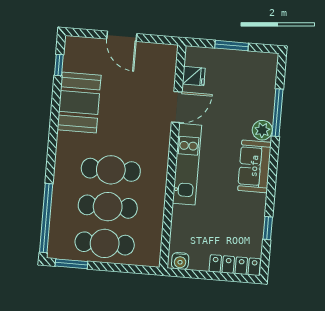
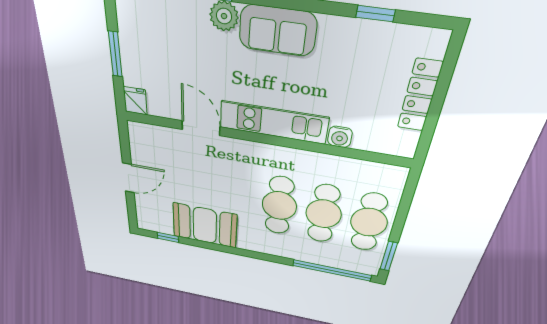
fridge: (194, 76) -> (135, 101), moved
water cooler: (180, 261) -> (340, 137), moved, turned 90
locker: (235, 265) -> (420, 96), moved

